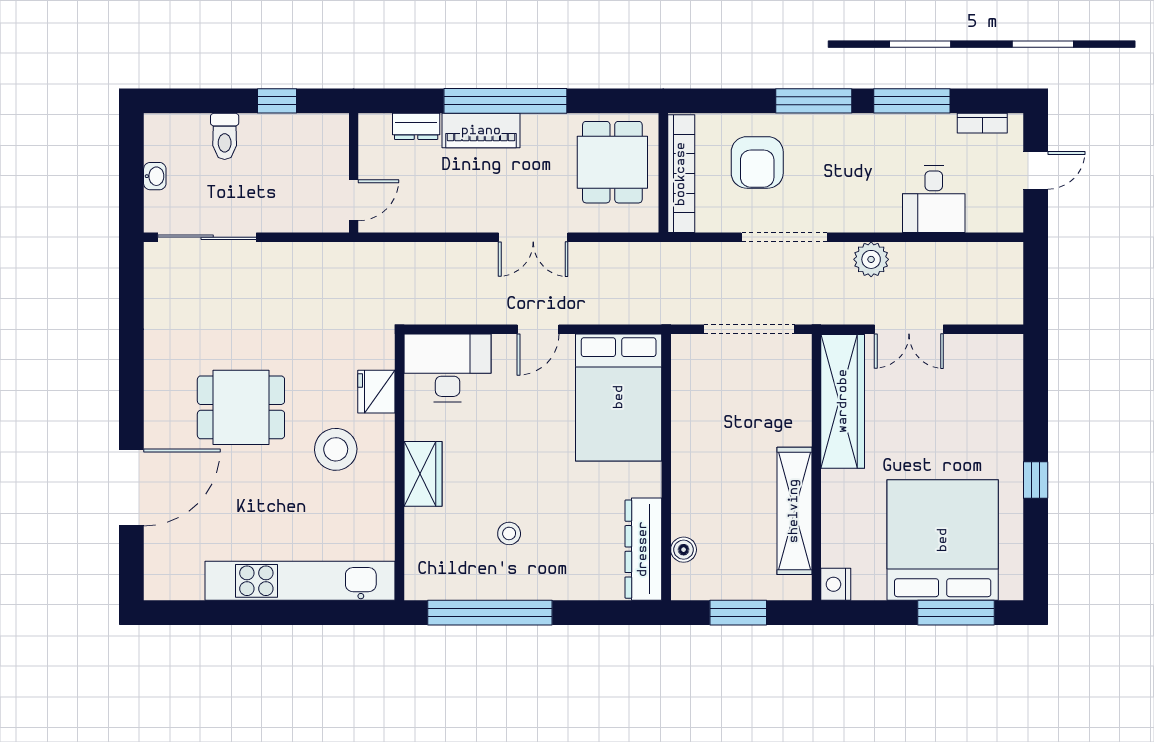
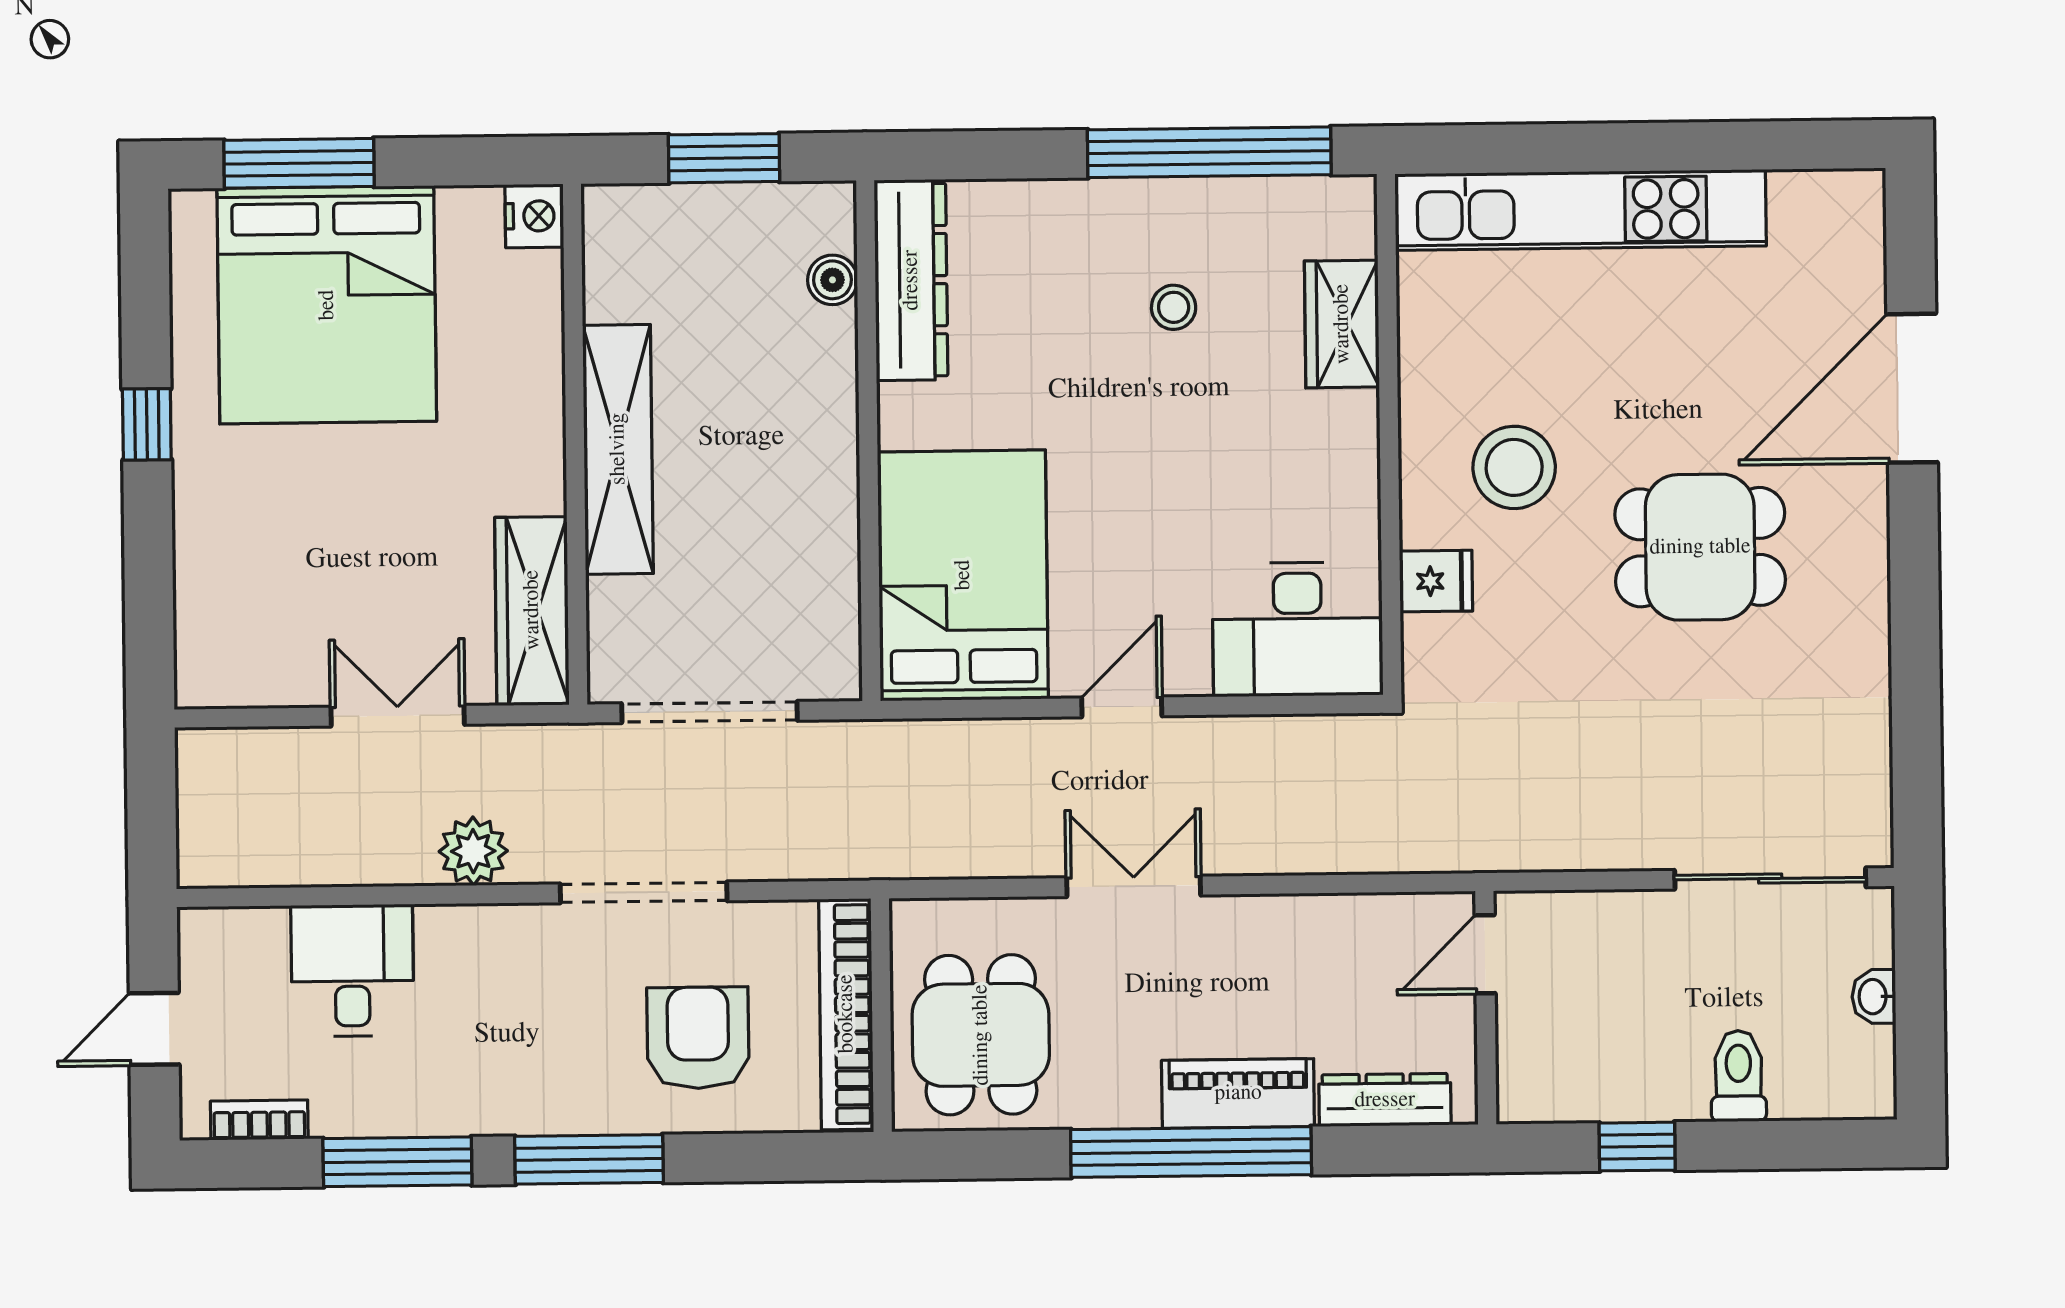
dresser: (416, 126) -> (1385, 1100), width x1.44
fridge: (376, 392) -> (1436, 581), width x0.72
wardrobe: (843, 401) -> (532, 610), width x0.71, depth x0.85
wardrobe: (423, 474) -> (1342, 324), moved
shelving: (794, 511) -> (618, 449), moved

